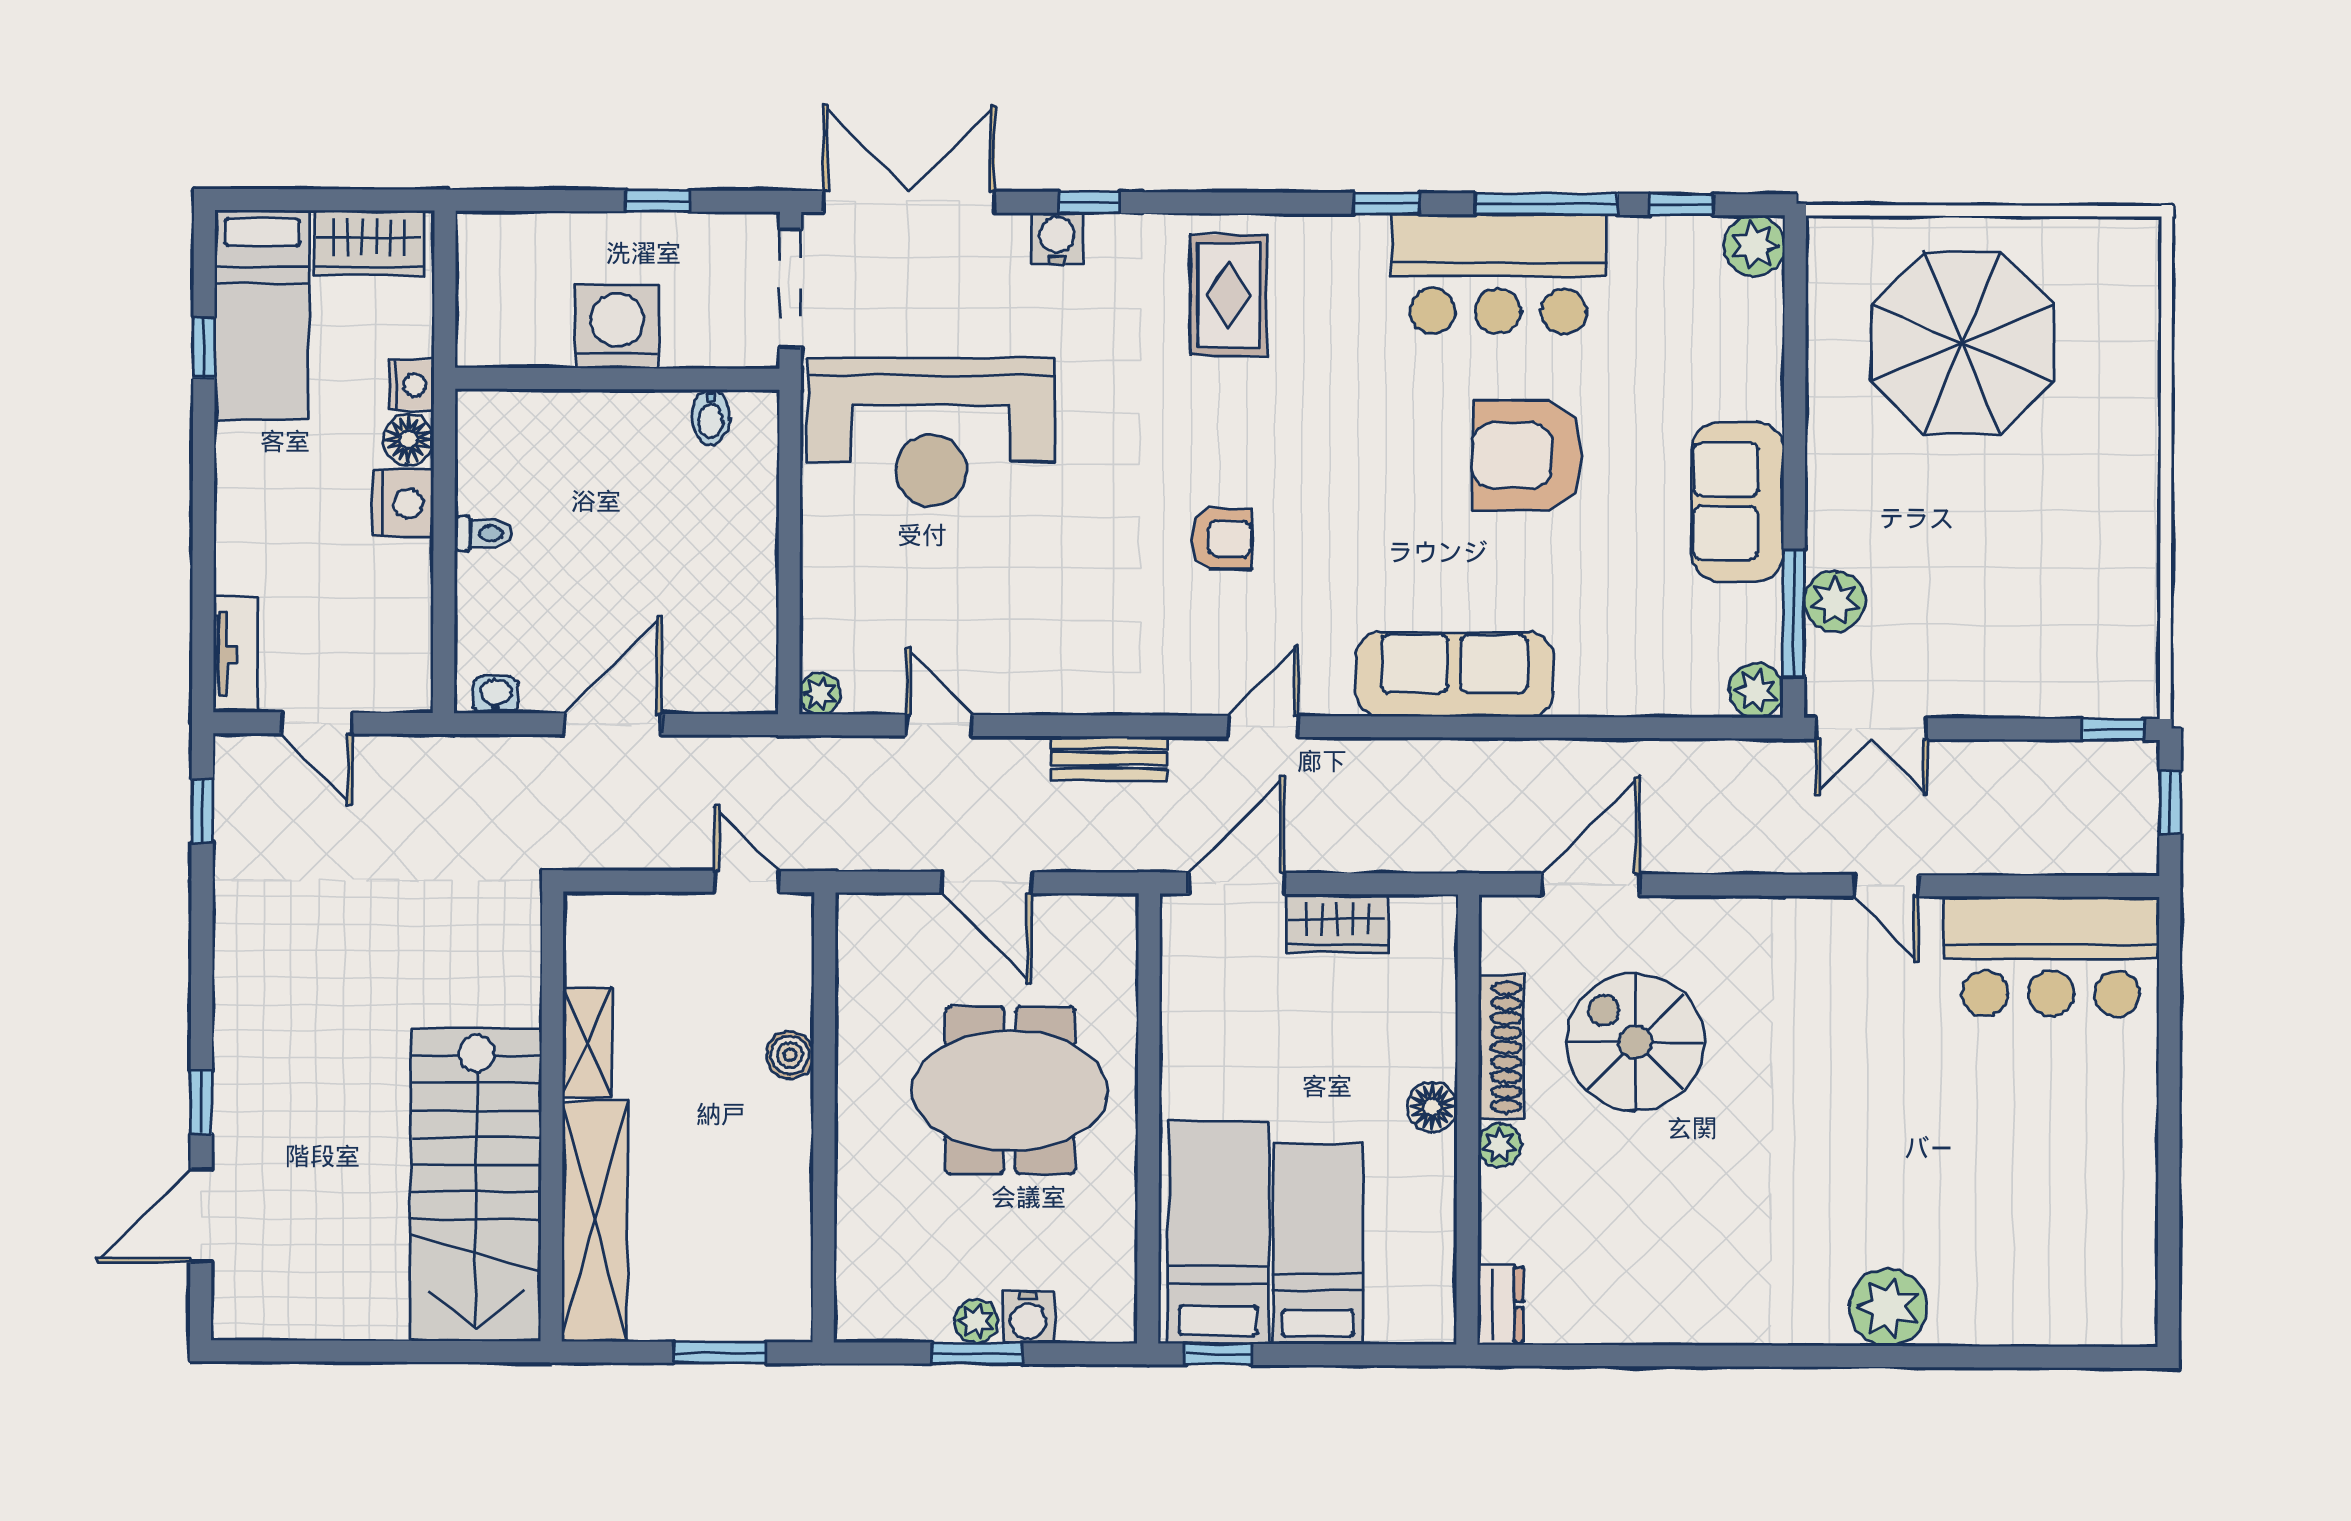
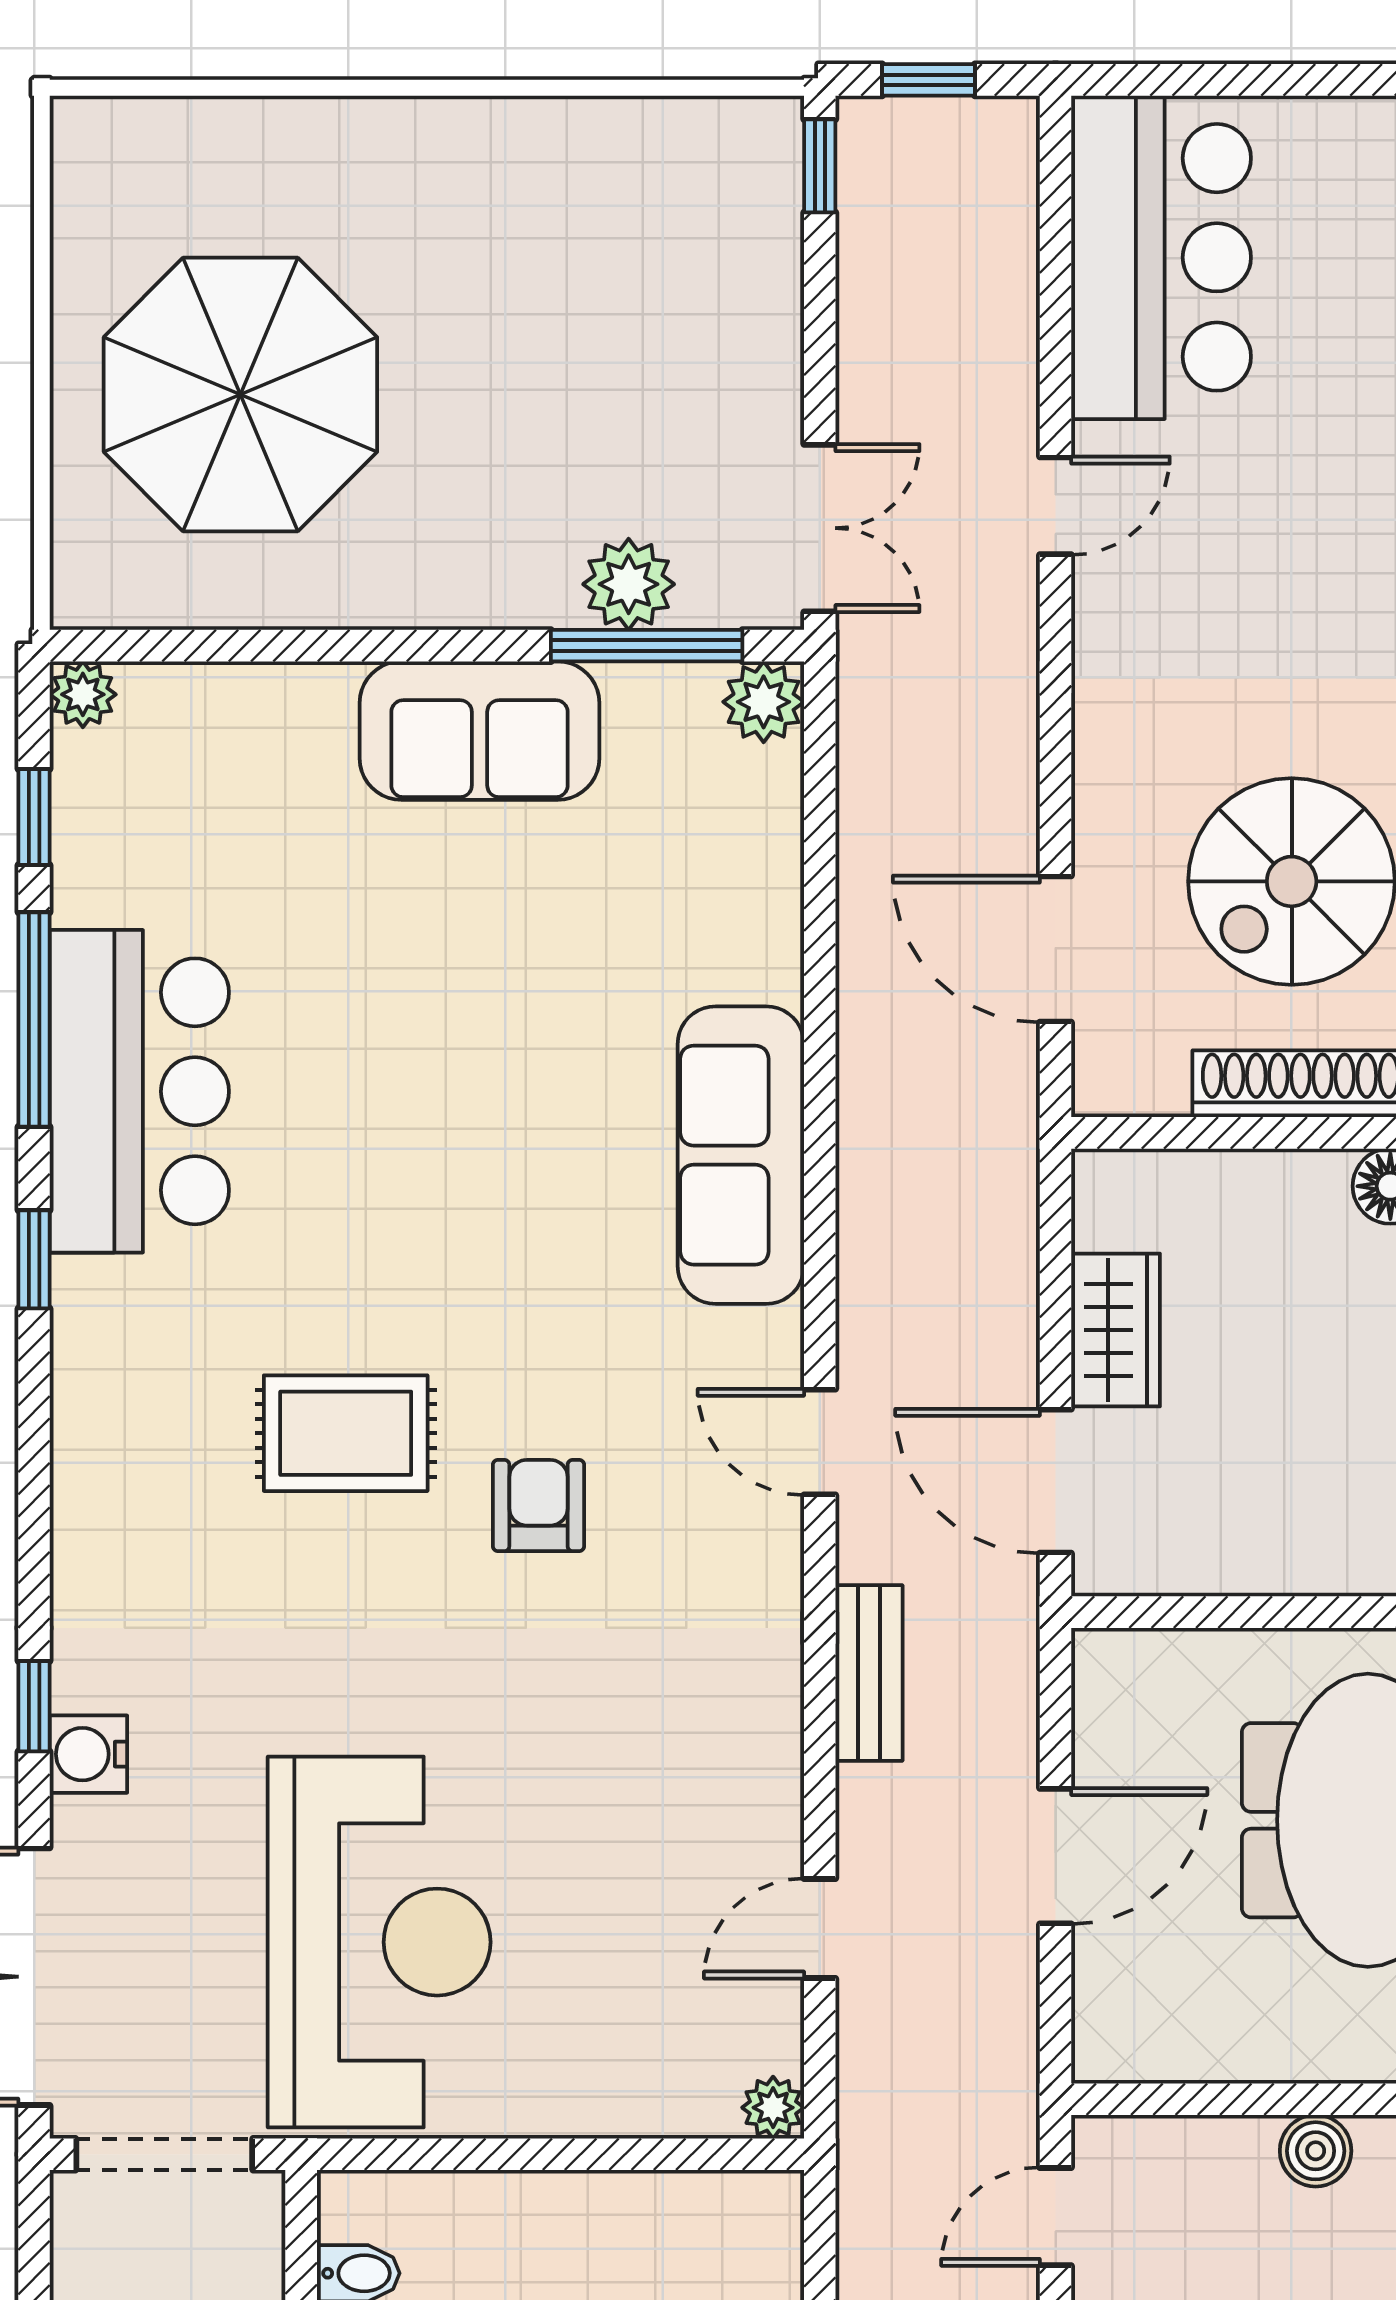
plant: (1754, 246) -> (83, 694), width x0.73, depth x0.73
rug: (1229, 295) -> (346, 1433), moved
armchair: (1527, 455) -> (412, 1047), removed

